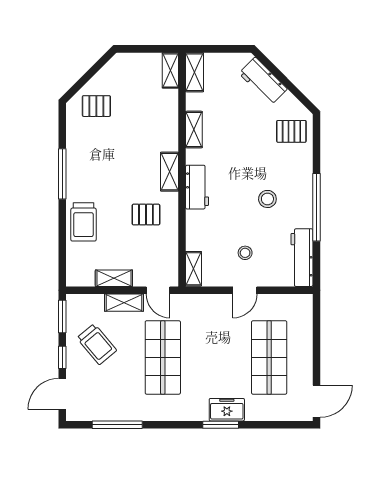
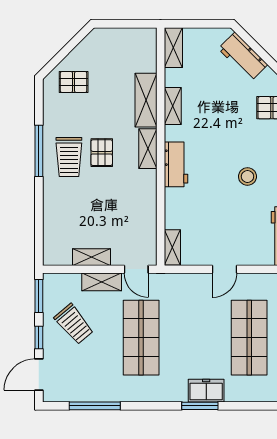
shelving: (170, 70) -> (146, 100), moved, width x1.50, depth x1.33
pallet: (146, 215) -> (102, 153), moved, turned 90
trolley: (84, 222) -> (69, 157), moved
stool: (245, 253) -> (225, 231), removed

